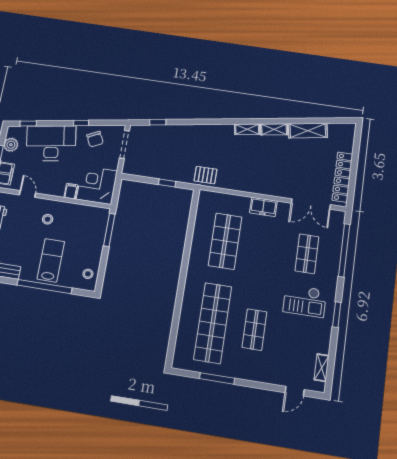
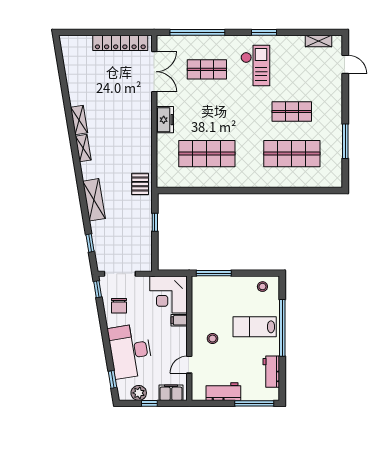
window: (81, 123) -> (98, 289), moved
shelving: (308, 131) -> (94, 200), moved
chair: (95, 139) -> (119, 306), turned 116
shop shelf: (213, 323) -> (292, 154), width x0.71

